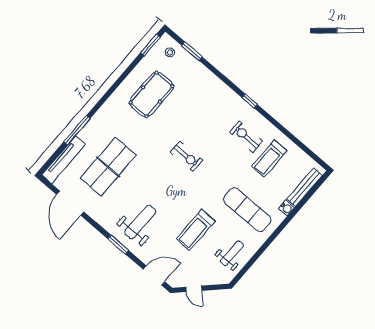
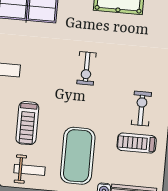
exercise mat: (247, 210) -> (78, 156), width x1.47
treadmill: (196, 230) -> (27, 123), turned -90

